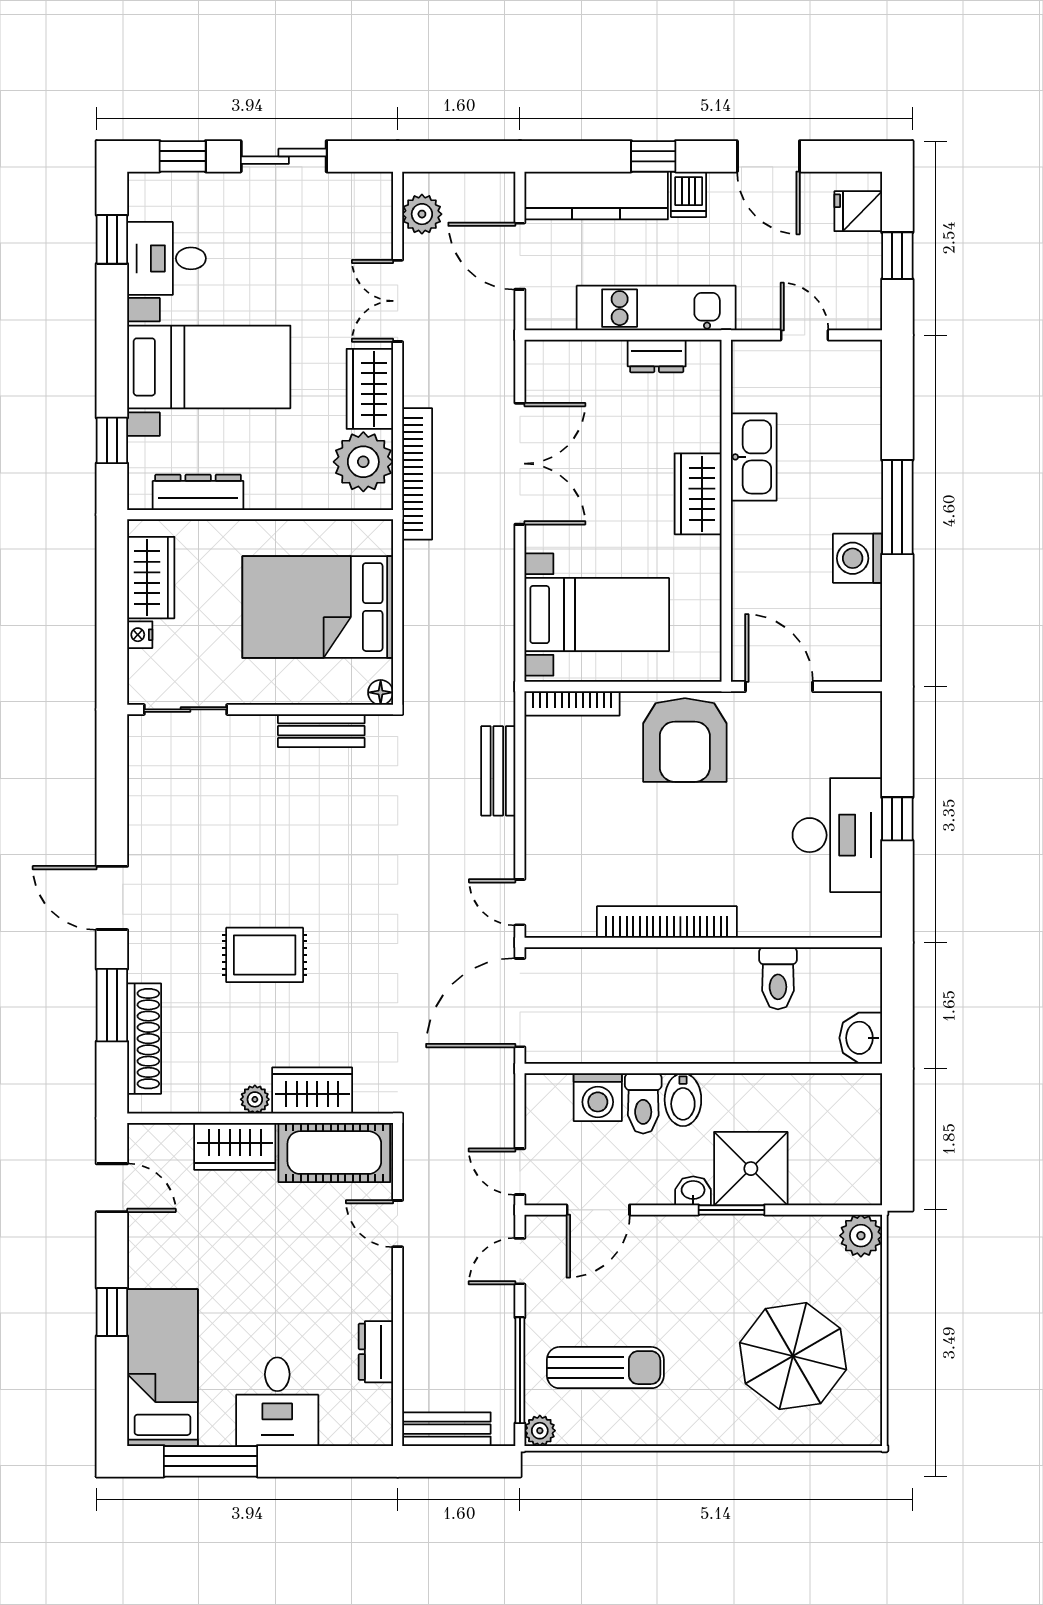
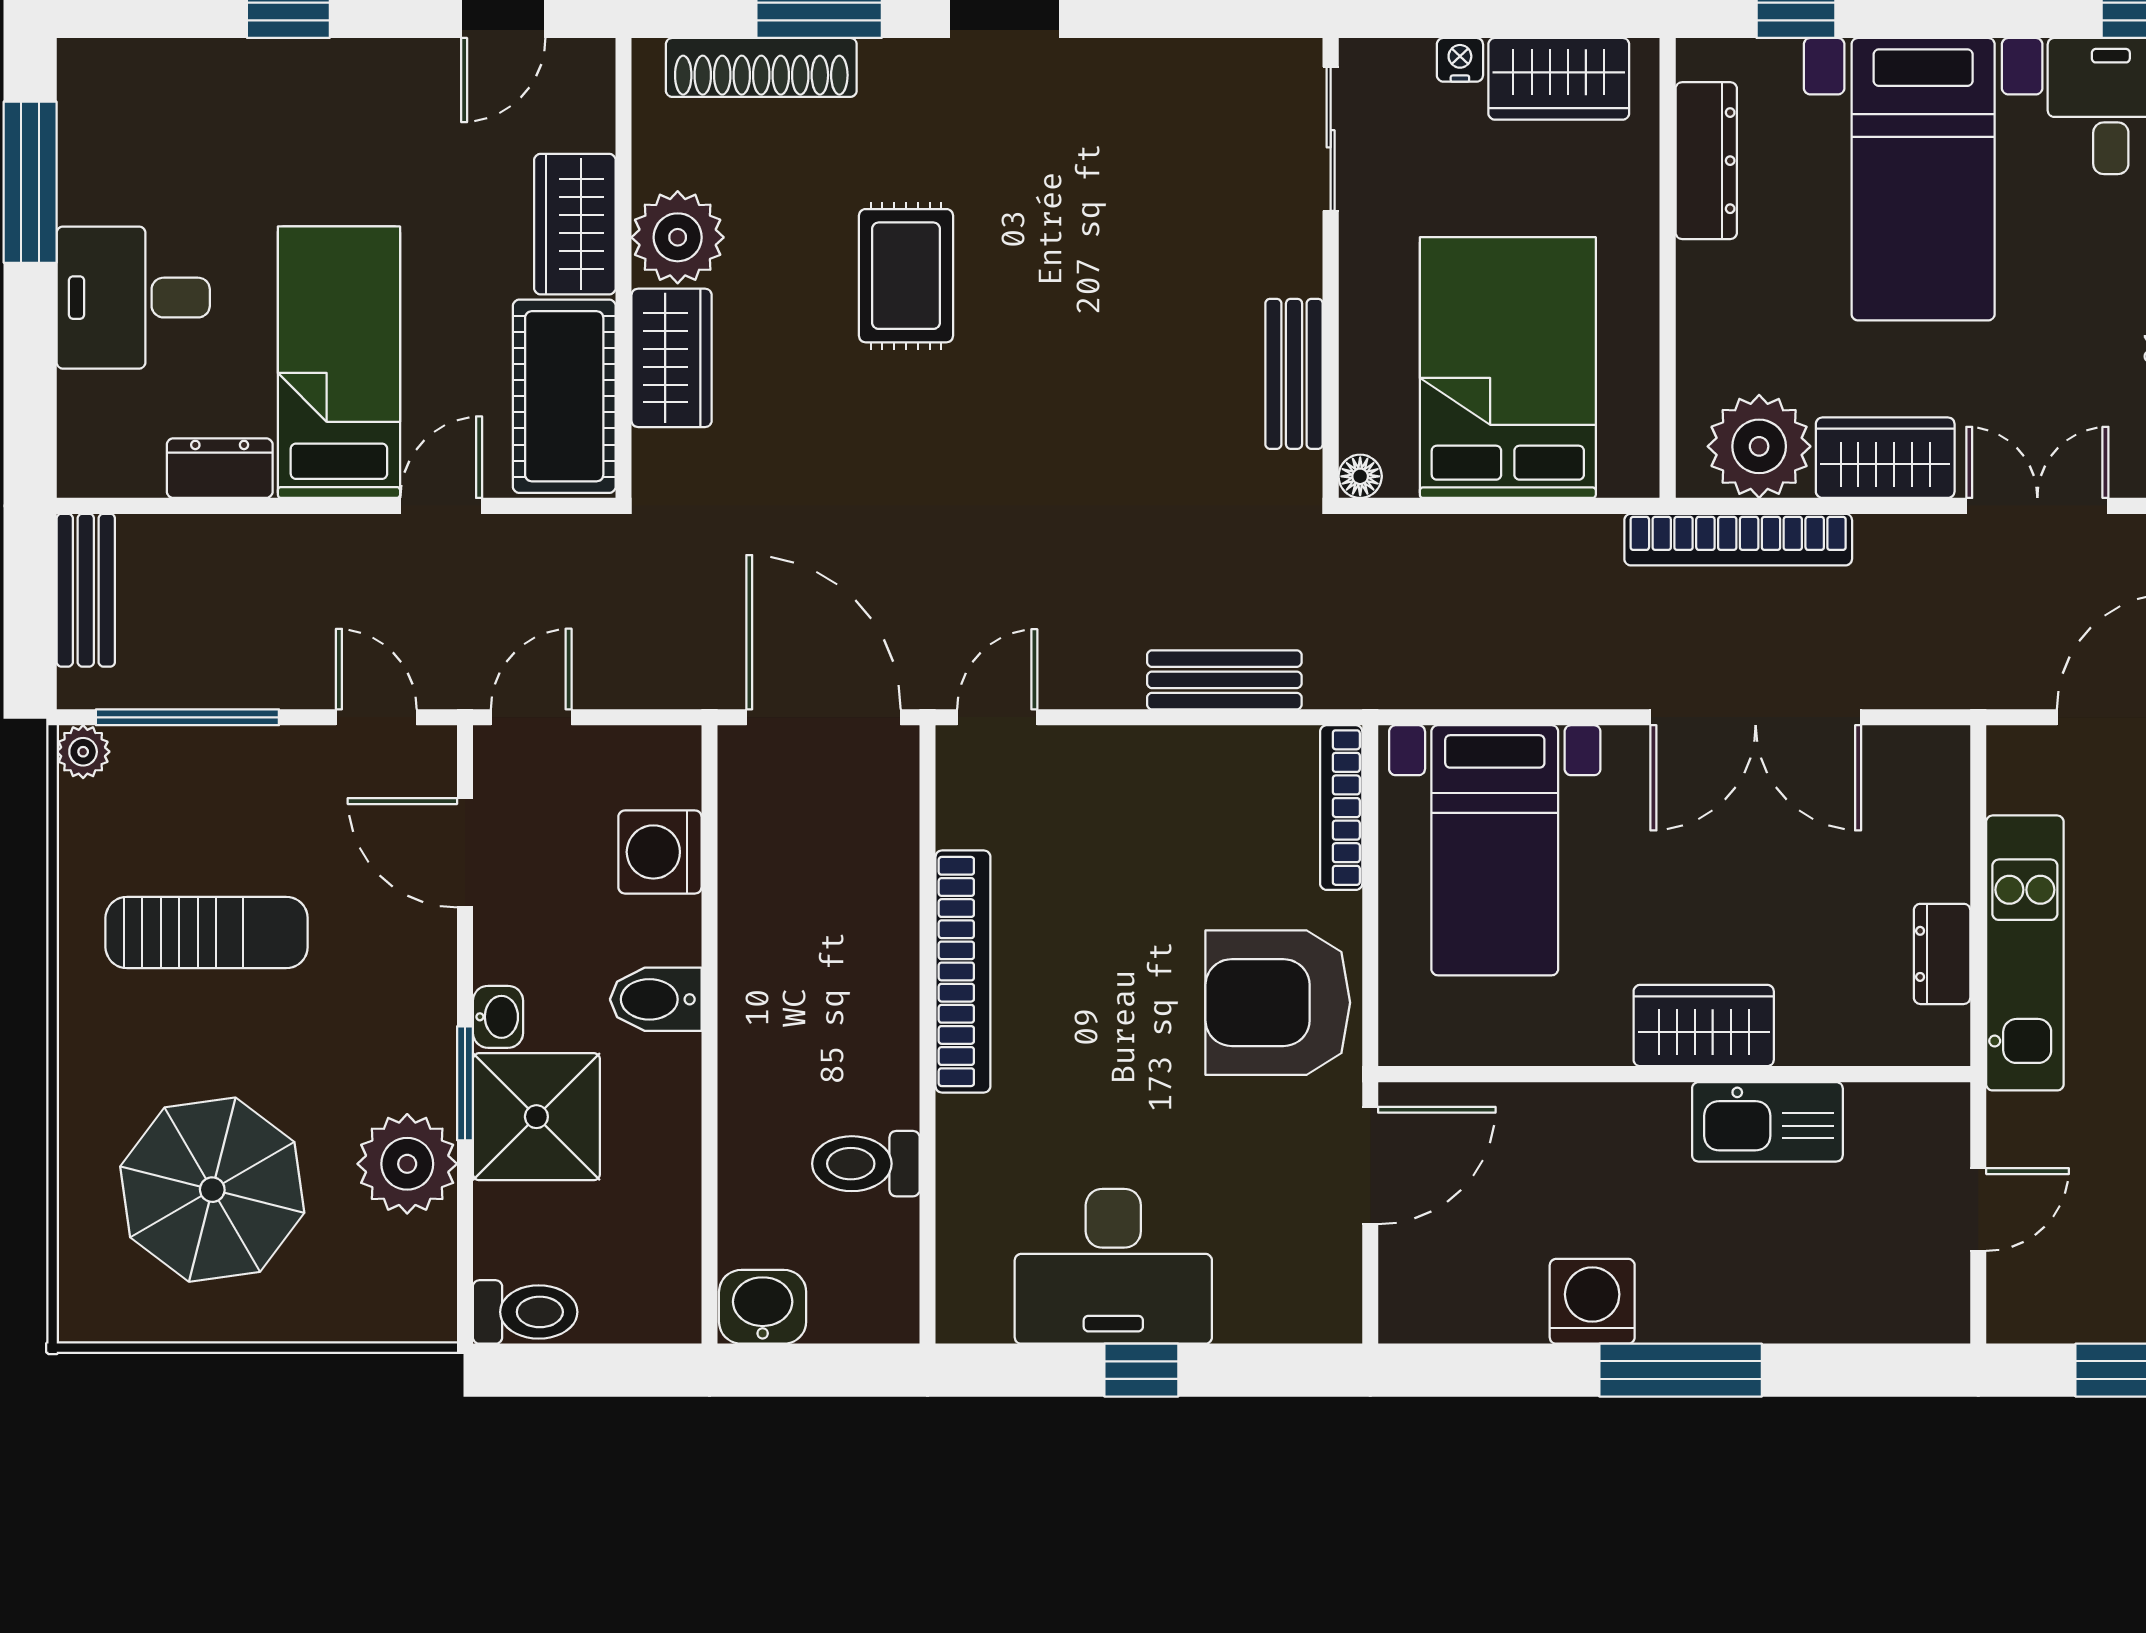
plant: (255, 1099) -> (678, 237), width x1.87, depth x1.87
toilet: (643, 1103) -> (525, 1312), moved, turned 180
plant: (861, 1236) -> (407, 1164), moved, width x1.36, depth x1.36
bed: (162, 1368) -> (339, 362), moved, turned -90
sun lounger: (605, 1368) -> (207, 933), moved, turned -90

